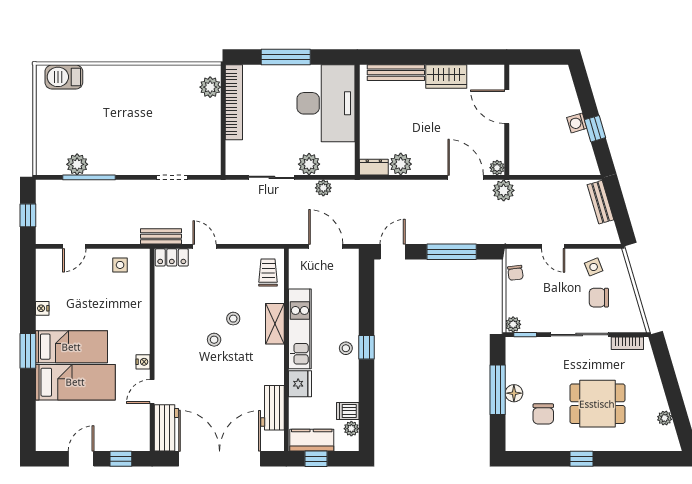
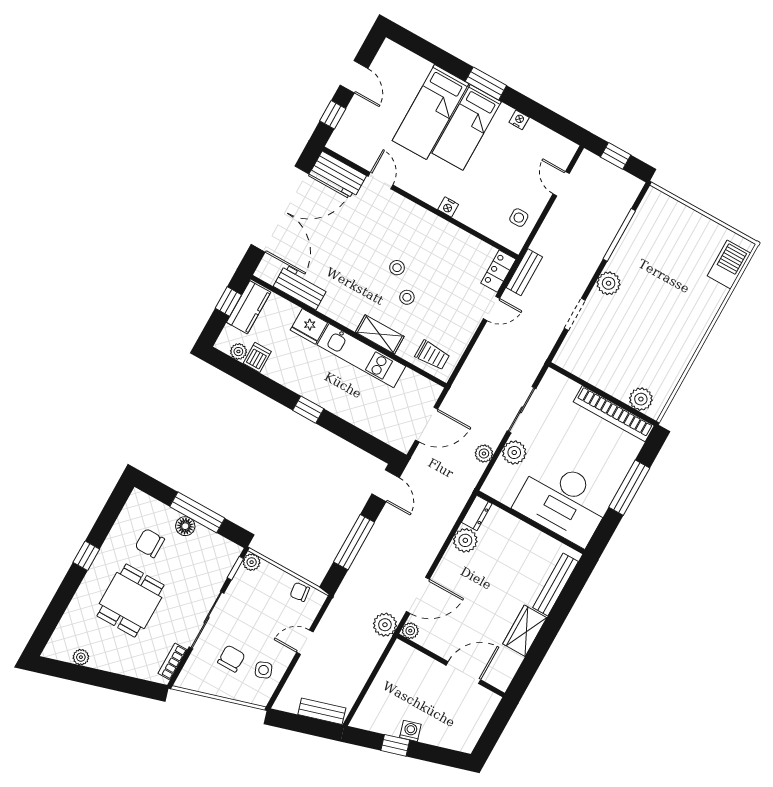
plant: (77, 164) -> (609, 283), moved
stool: (346, 348) -> (318, 389), removed
nightstand: (143, 362) -> (448, 207), moved

